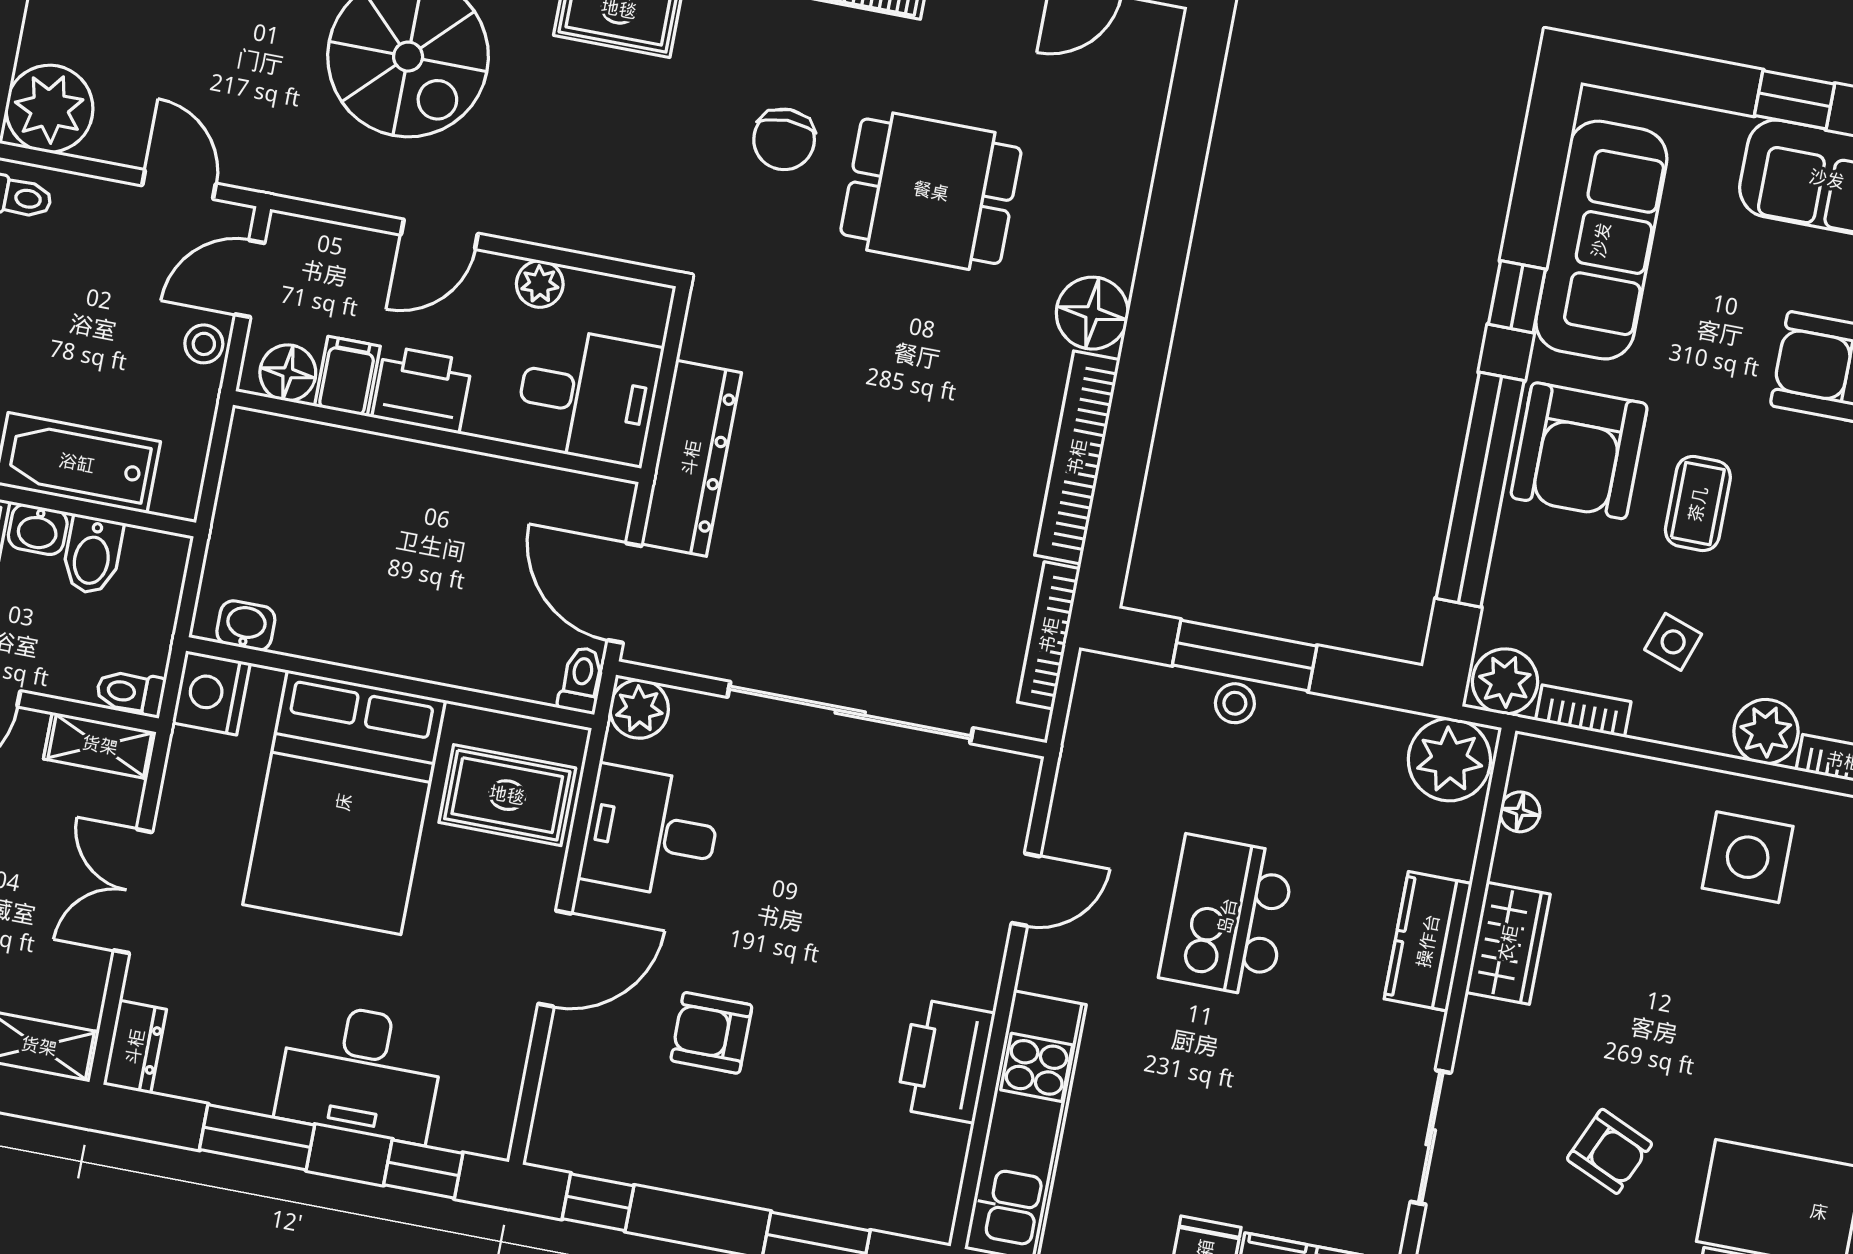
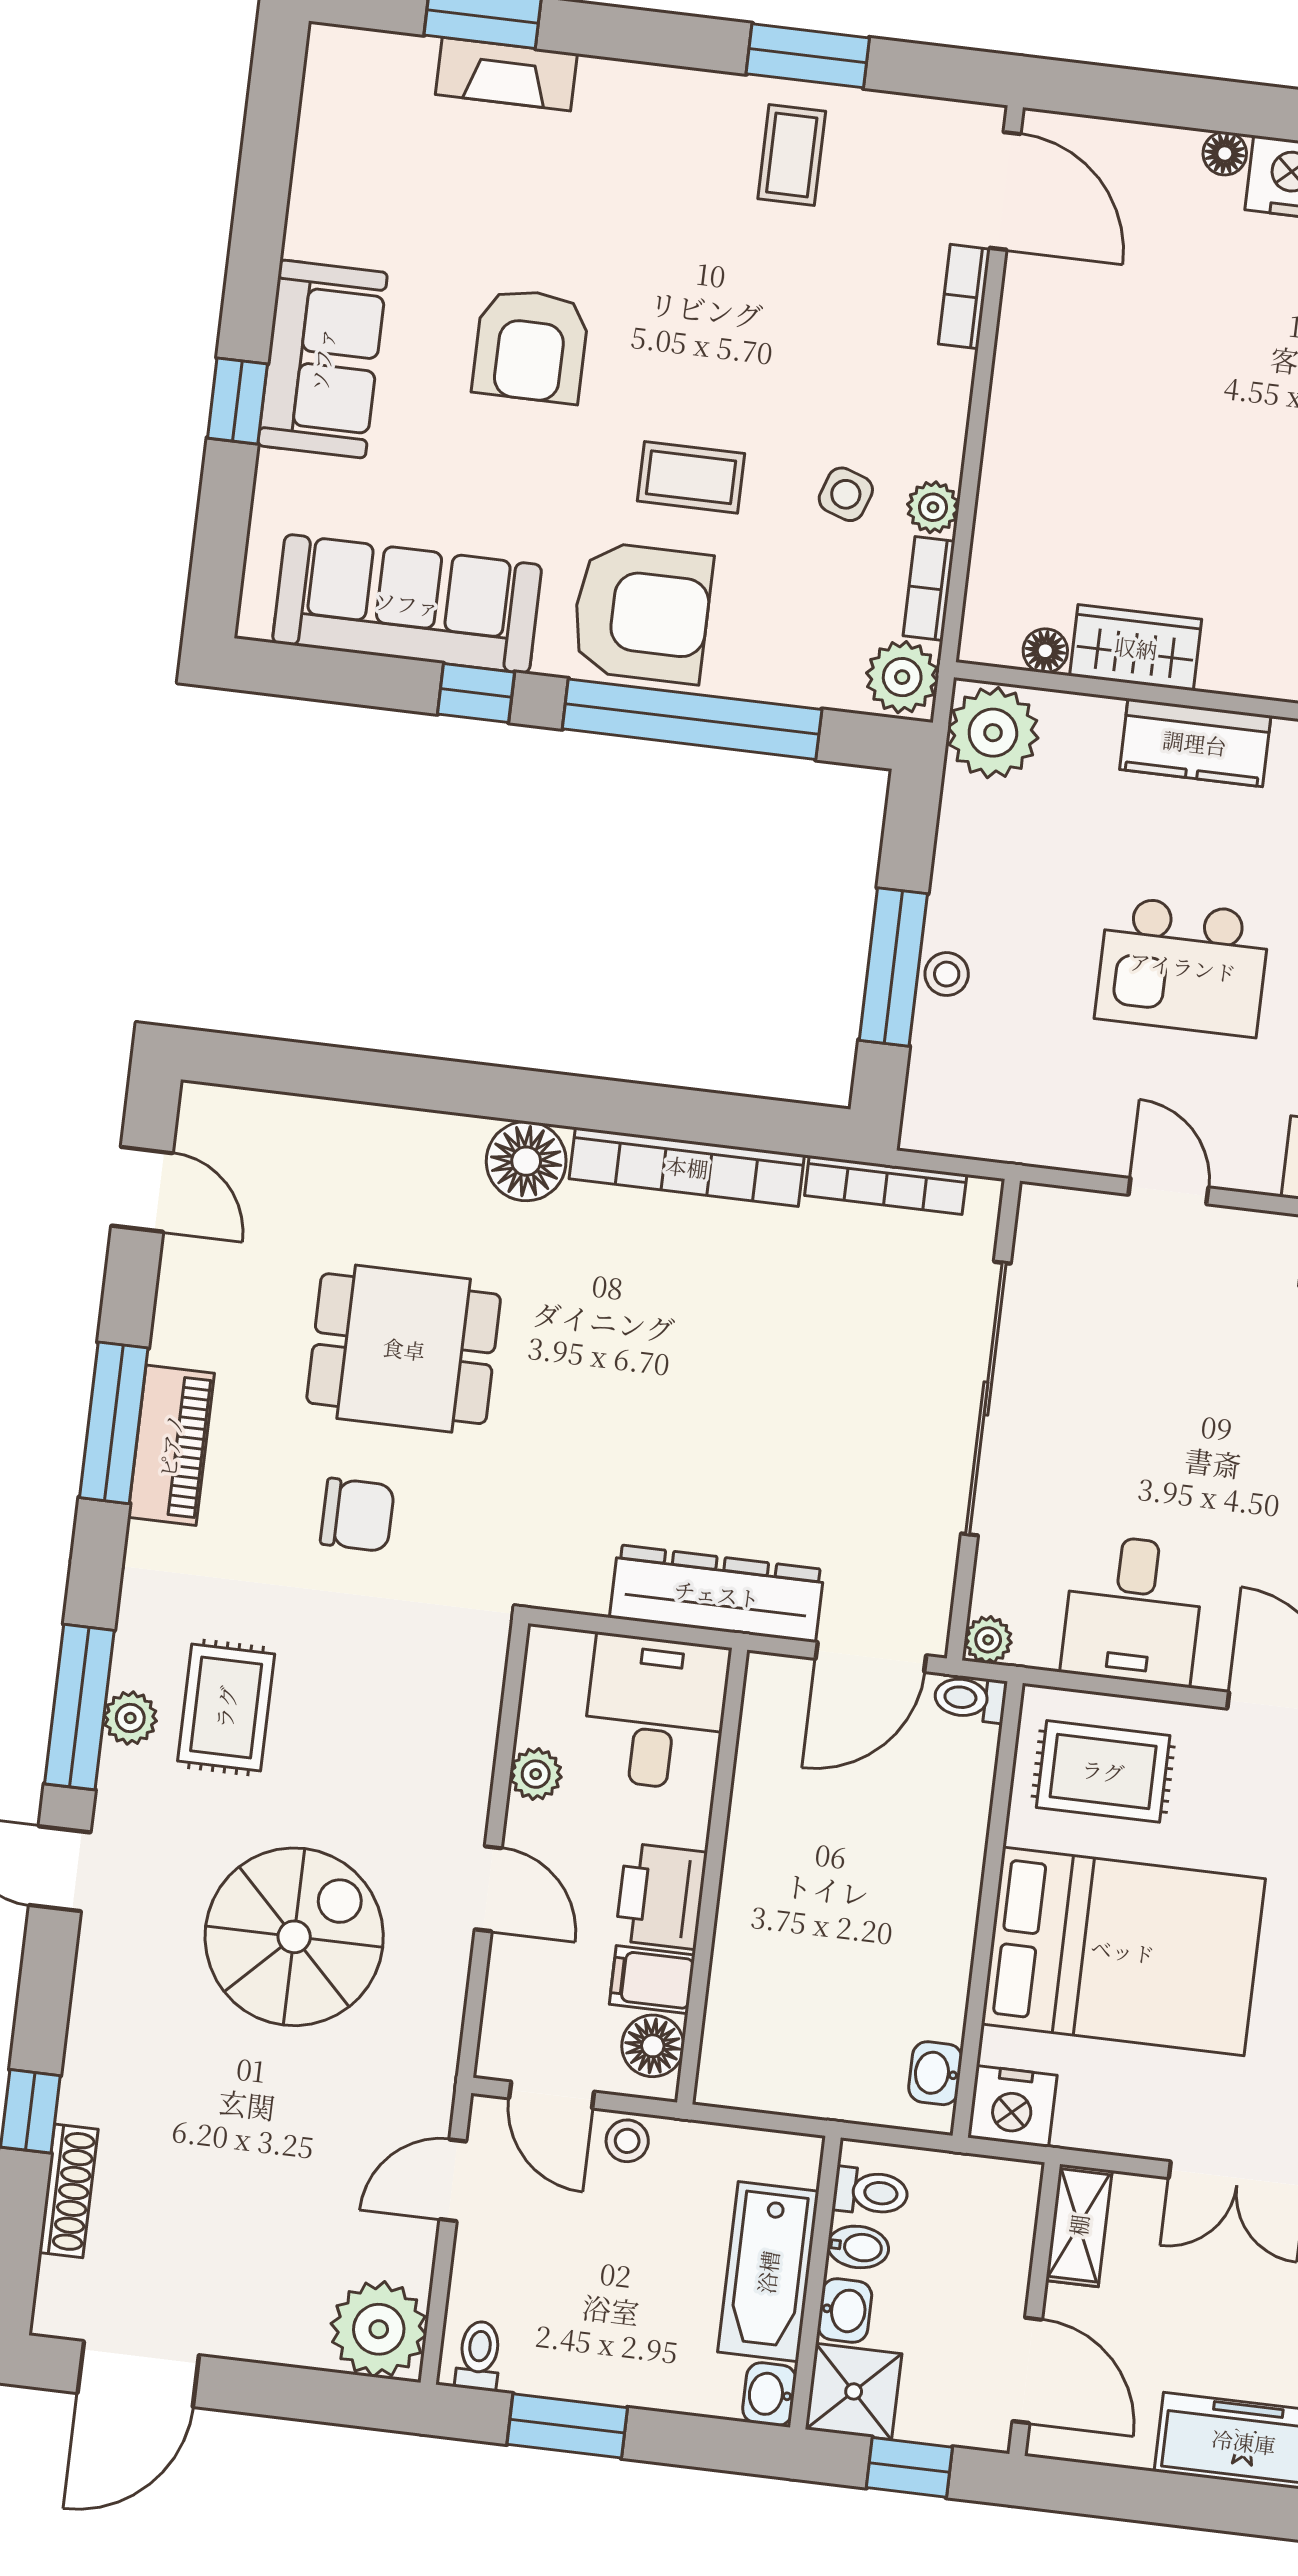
dining table: (931, 191) -> (404, 1349), turned 90
bidet: (92, 555) -> (858, 2247), width x0.72, depth x0.74
toilet: (130, 693) -> (871, 2192), moved, turned -90
plant: (639, 709) -> (988, 1640), width x0.73, depth x0.73
plant: (1766, 732) -> (933, 507), moved, width x0.73, depth x0.73
rug: (507, 795) -> (1103, 1771), turned 90
side table: (1748, 857) -> (1078, 396), removed
wardrobe: (1508, 943) -> (1136, 648), moved

